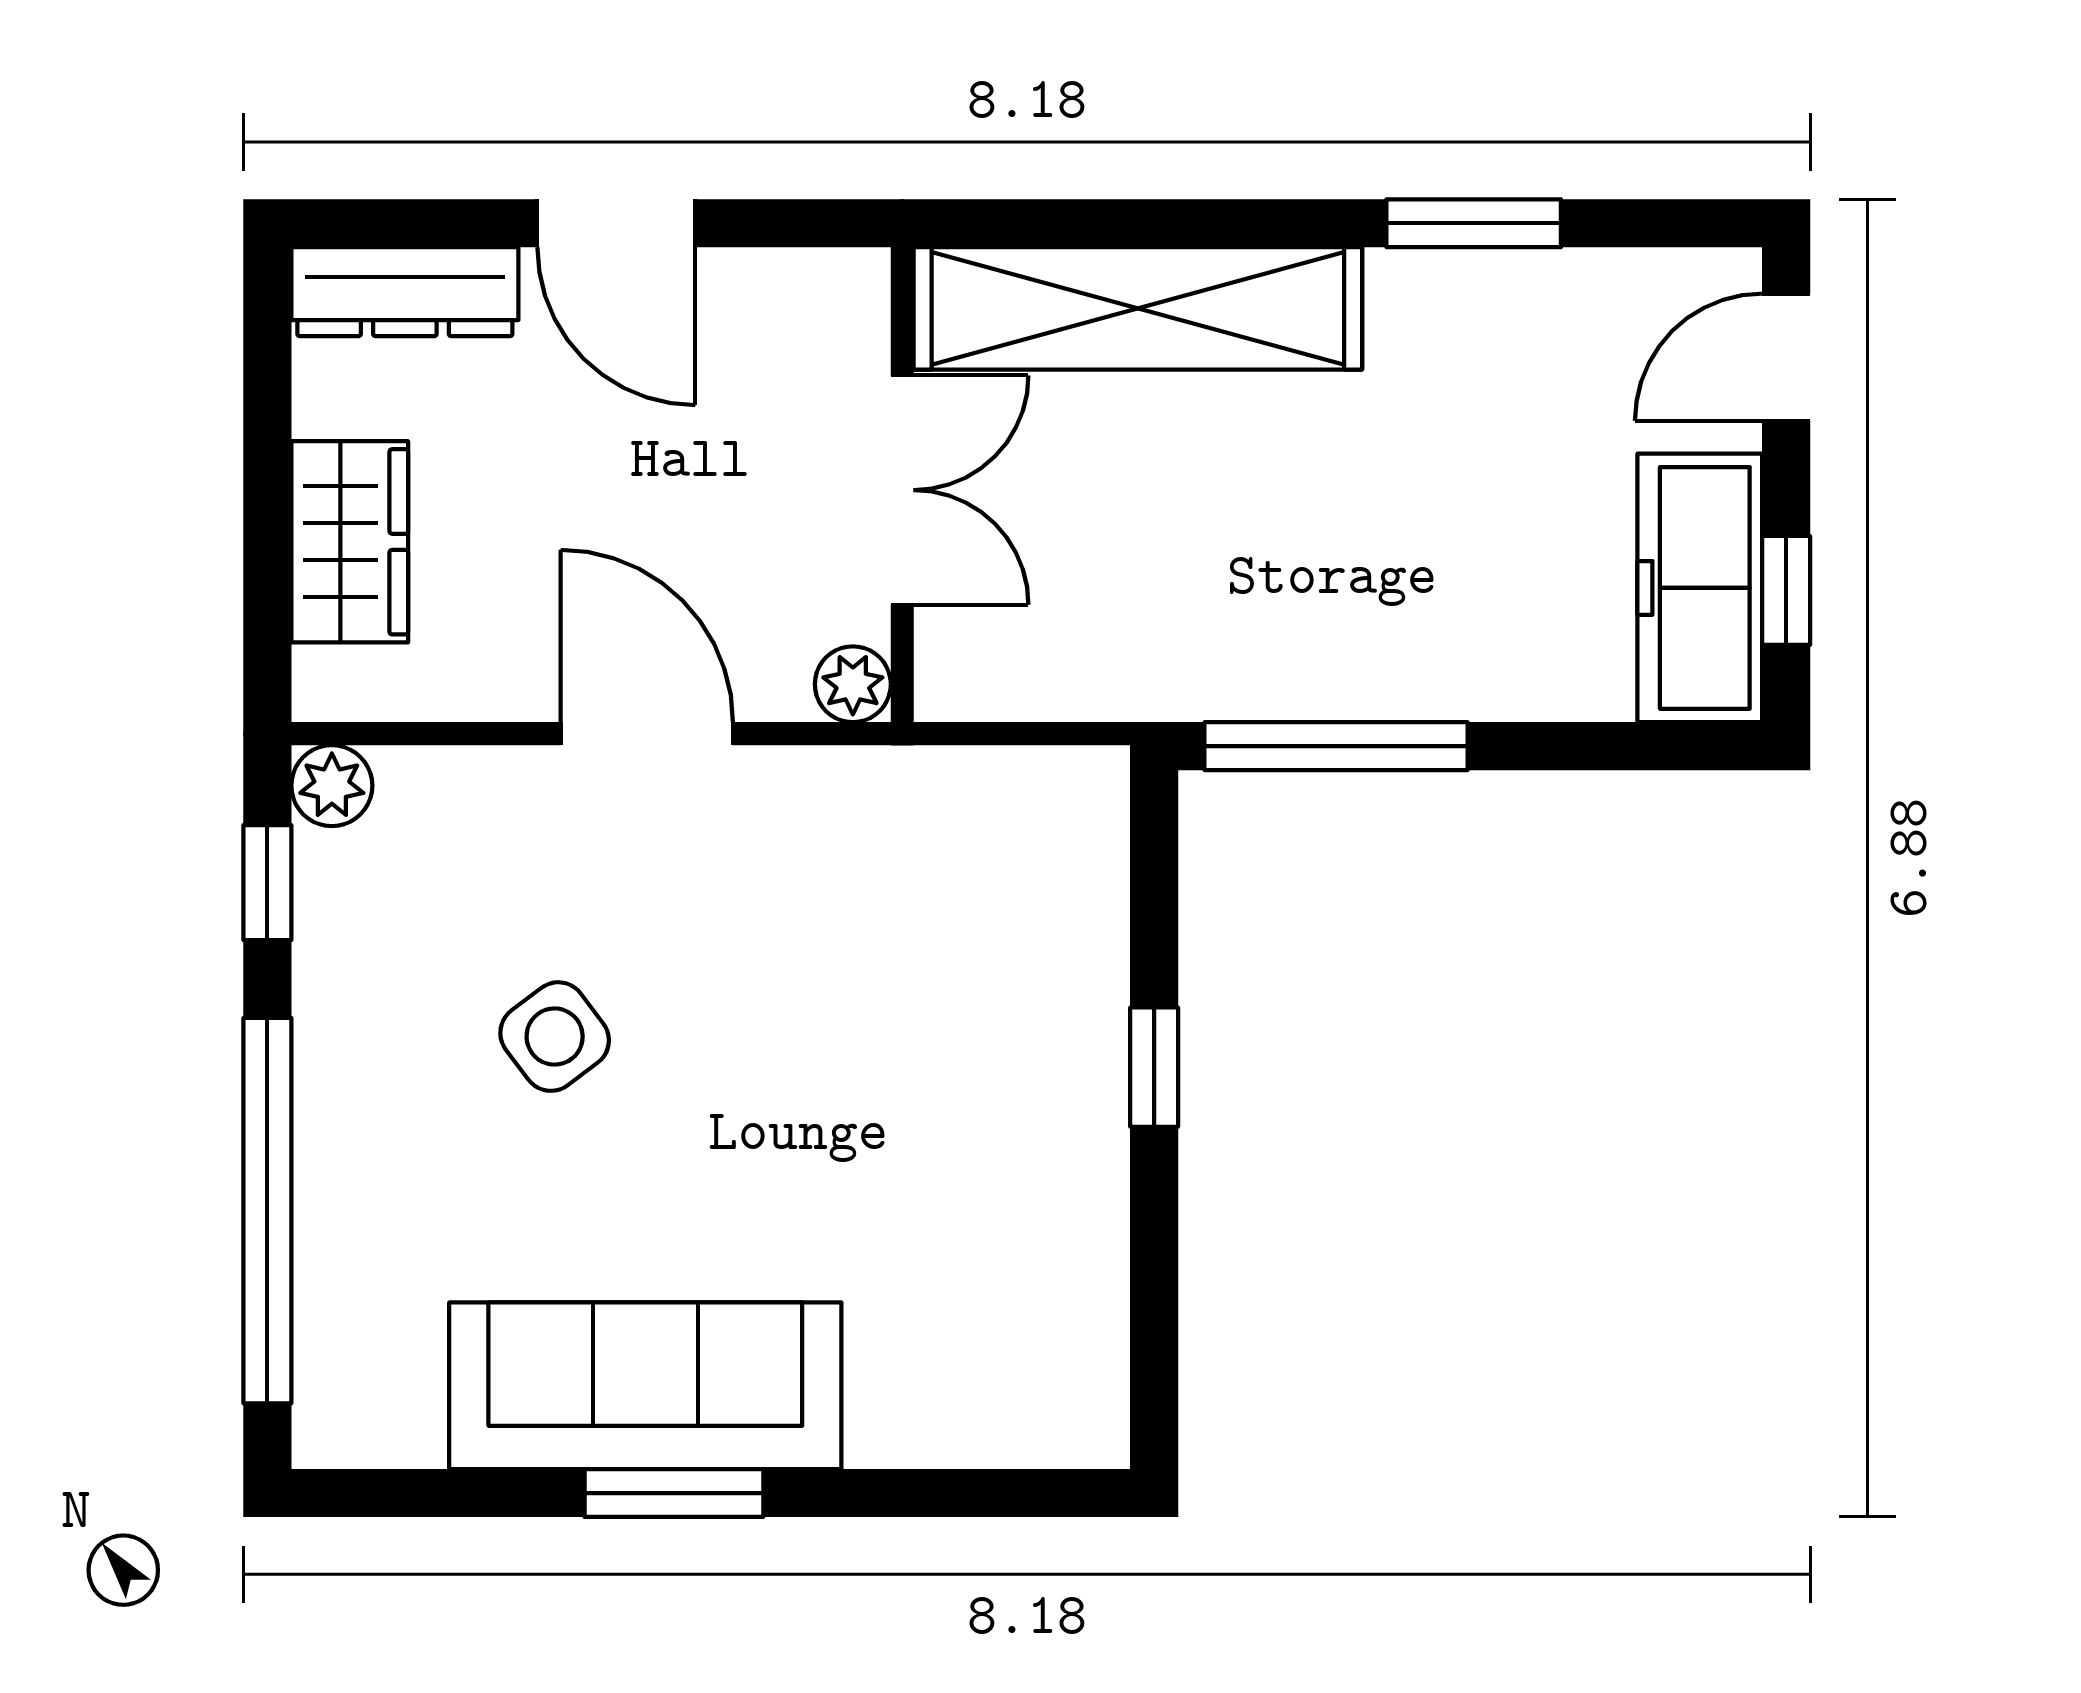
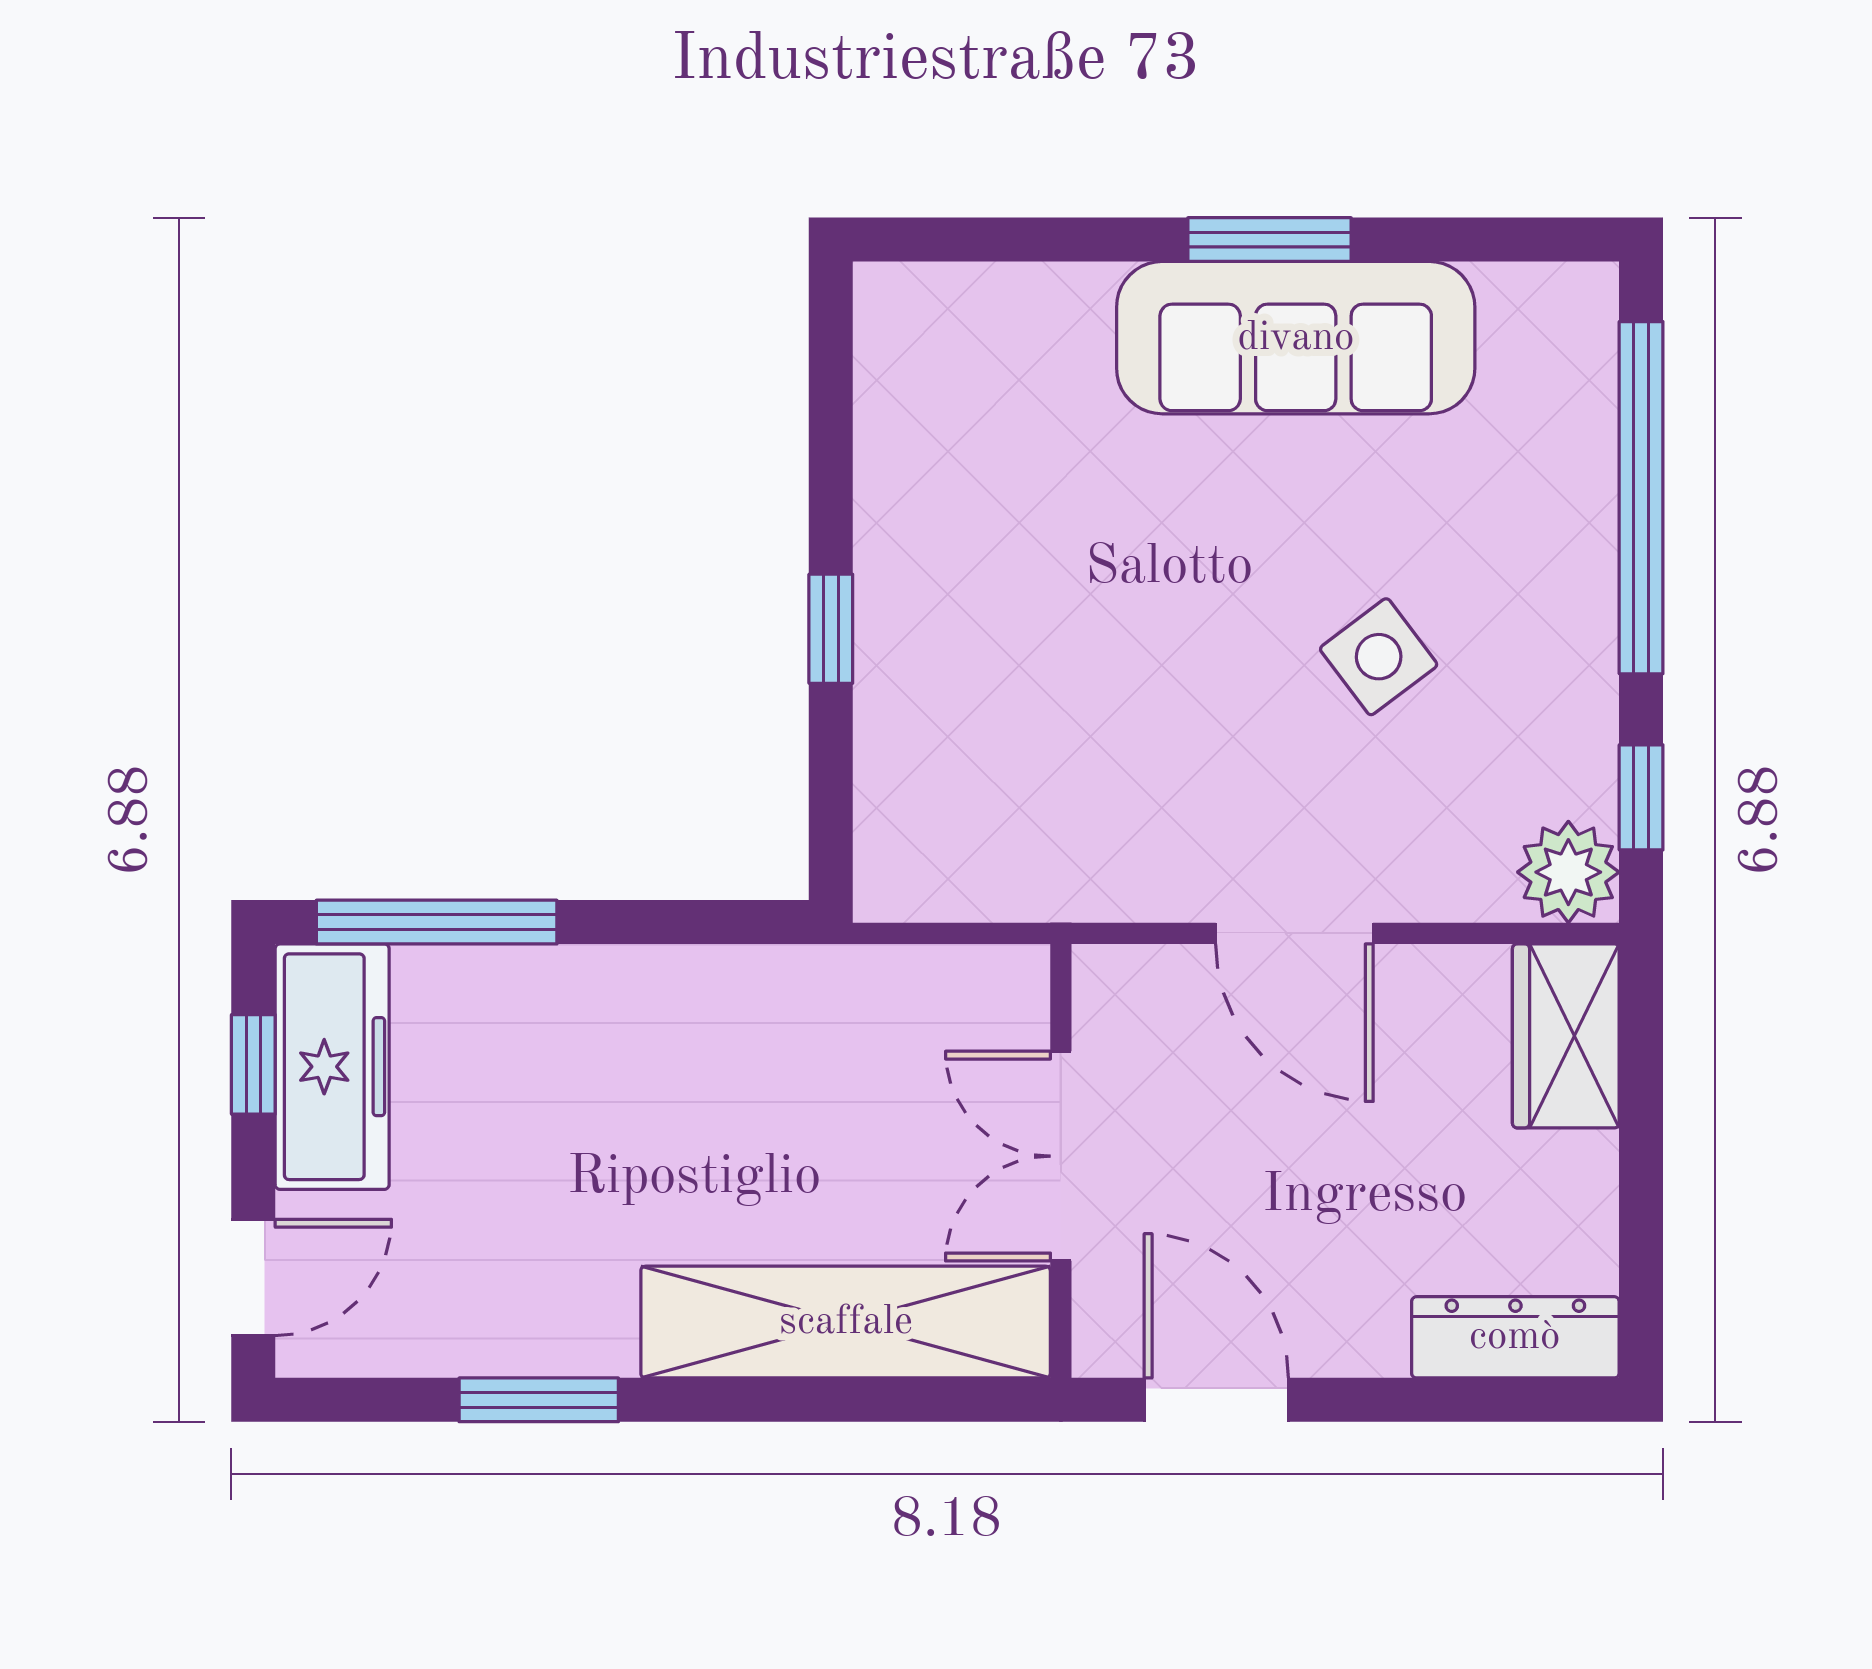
door: (616, 223) -> (1216, 1400), moved
wardrobe: (350, 542) -> (1566, 1036), moved
plant: (853, 684) -> (1106, 979), removed
window: (1336, 746) -> (437, 922), moved
plant: (332, 786) -> (1568, 872), width x1.38, depth x1.38

